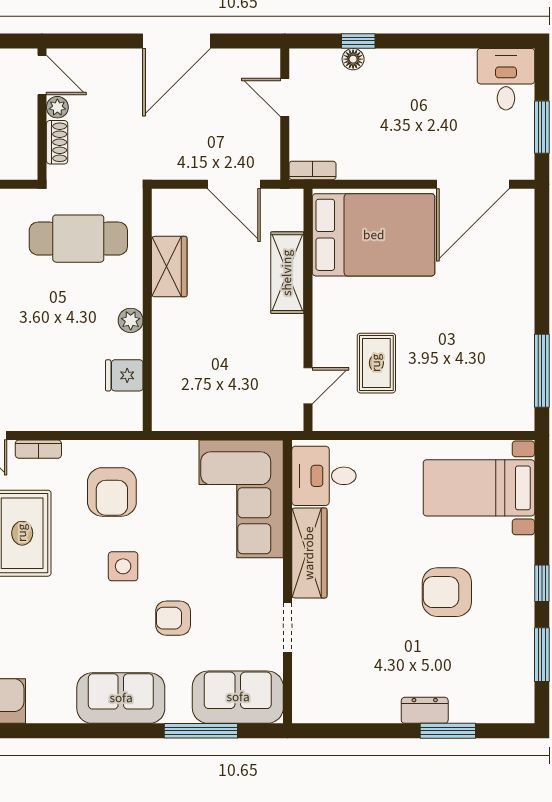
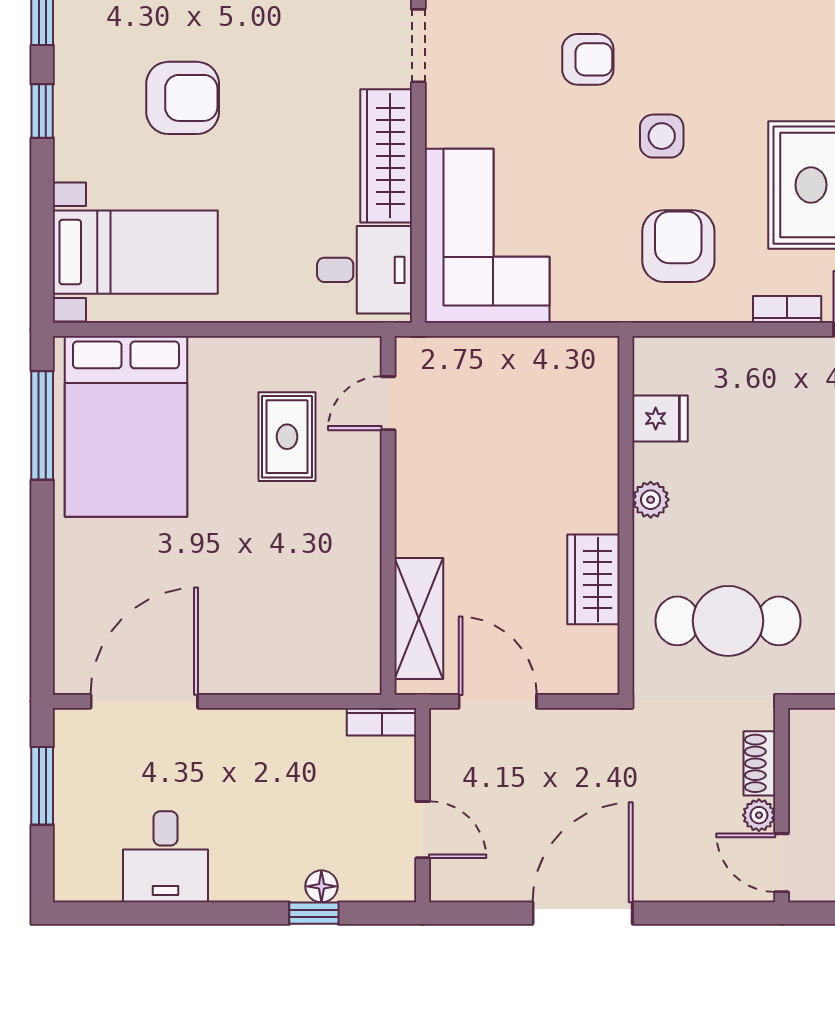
desk: (506, 79) -> (166, 857), moved
bed: (374, 235) -> (126, 426), moved, turned -90
shelving: (287, 273) -> (419, 619), moved

